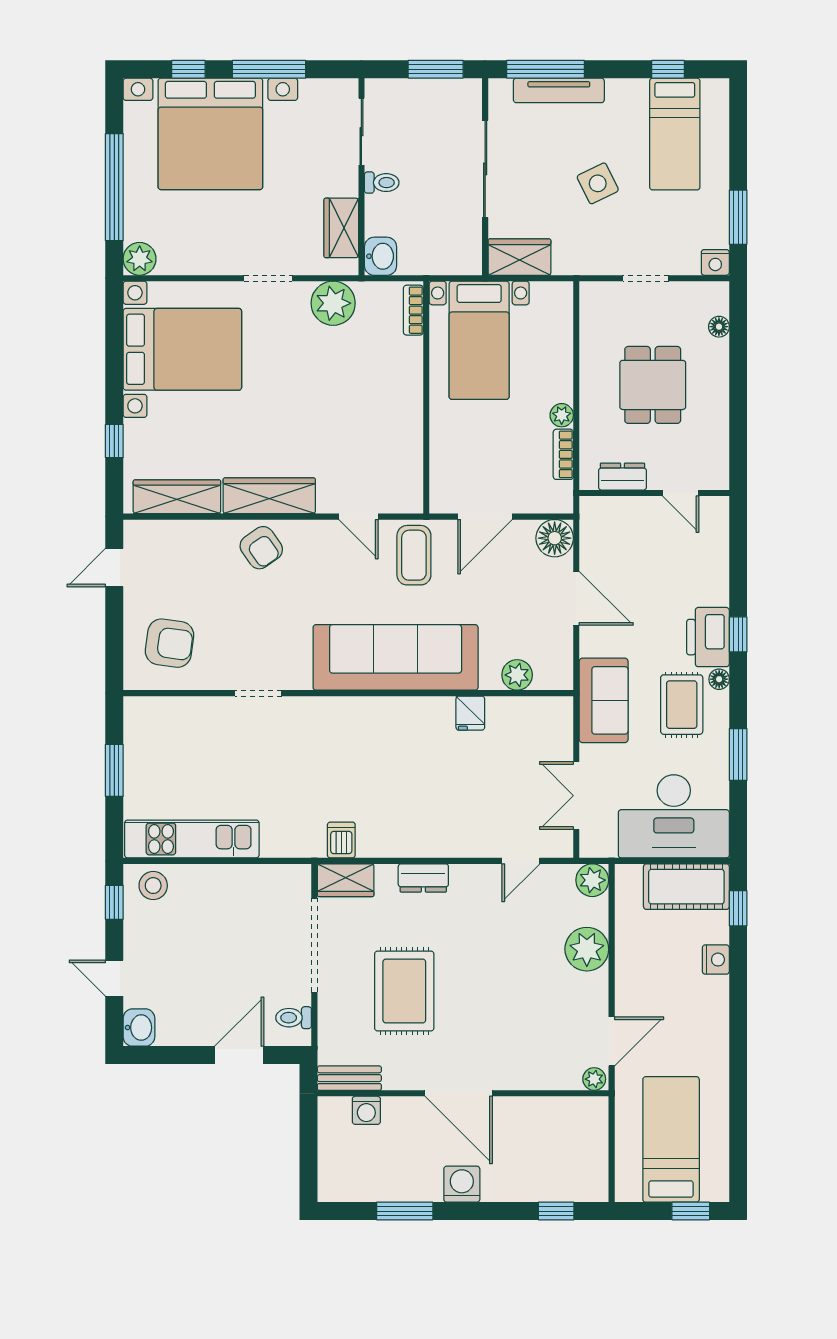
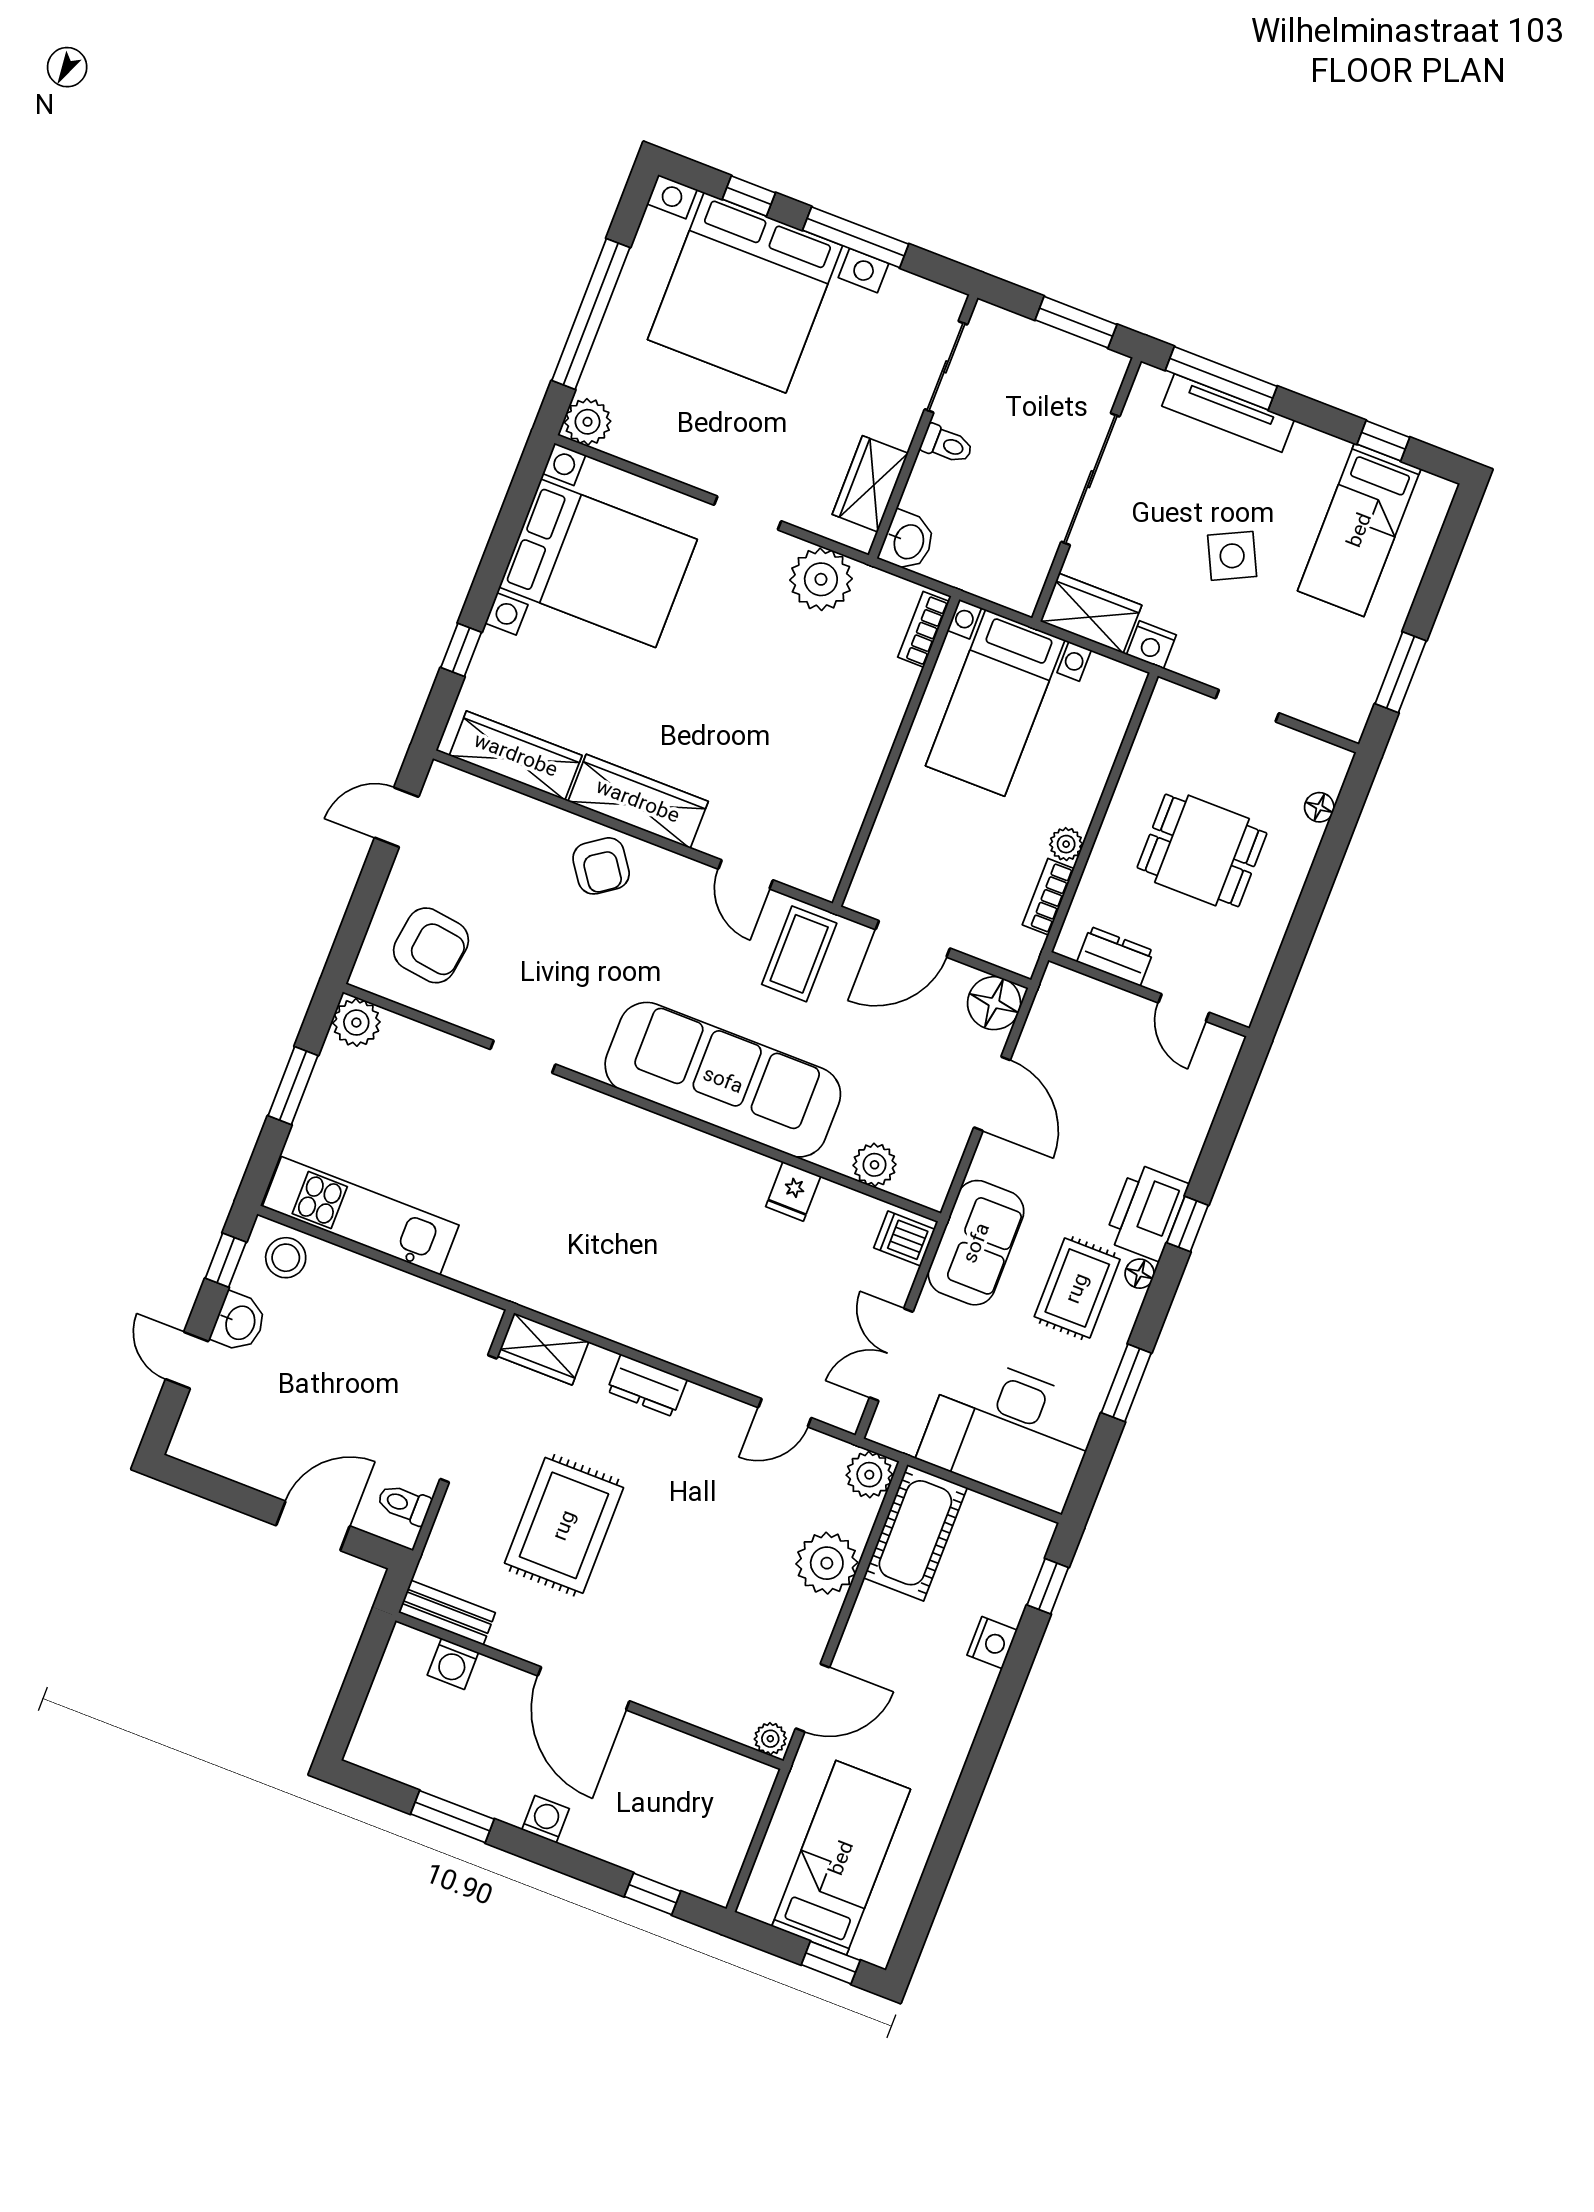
nightstand: (715, 262) -> (1151, 645), moved
dining table: (653, 385) -> (1202, 850), turned 90
plant: (140, 713) -> (356, 1023), added
dishwasher: (341, 840) -> (904, 1239), moved, turned -90
cot: (686, 887) -> (915, 1533), moved, turned 90
washbasin: (139, 1028) -> (239, 1322), moved
washing machine: (462, 1184) -> (546, 1819), width x0.73, depth x0.73

